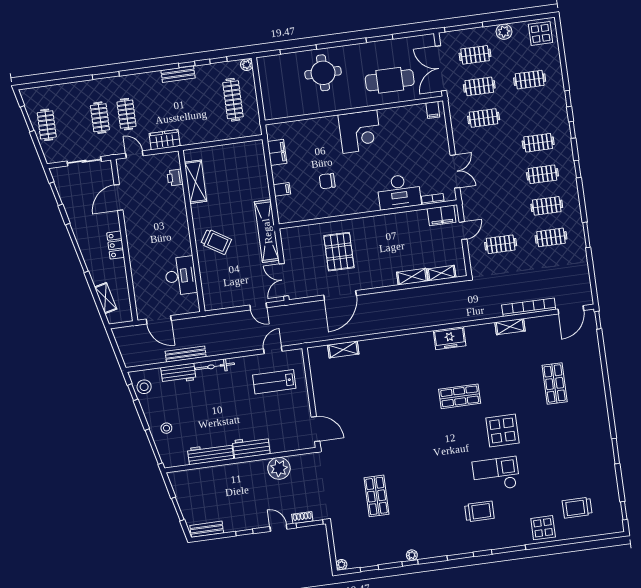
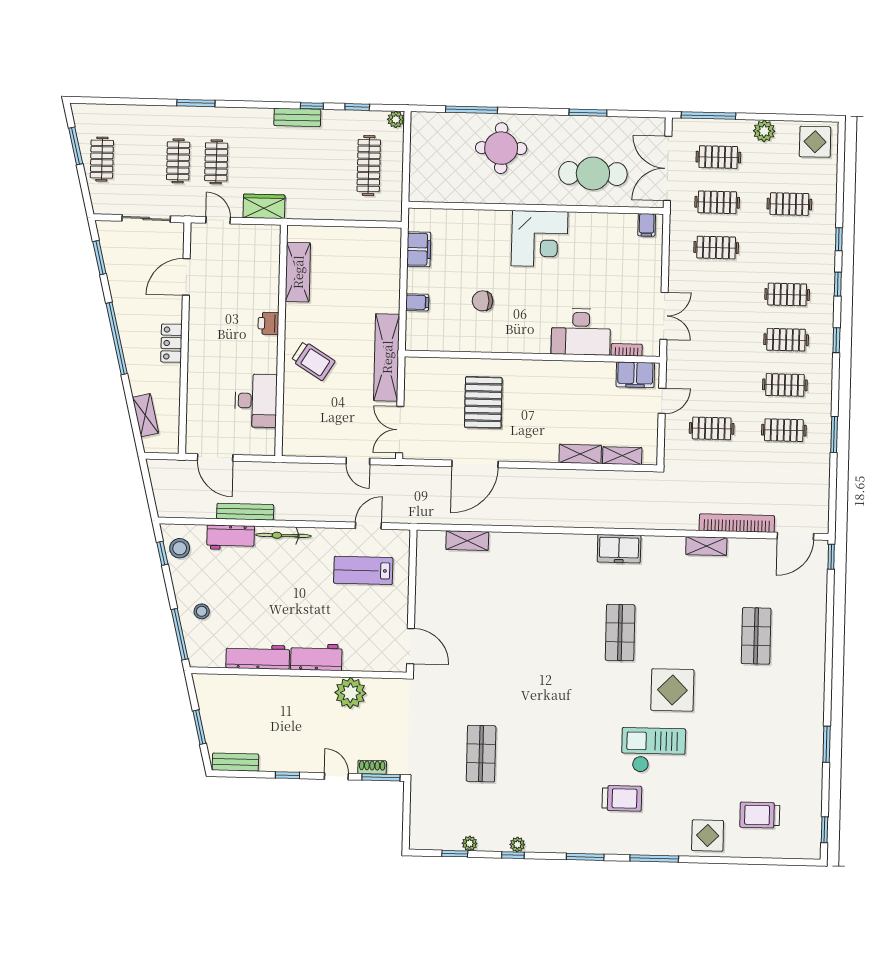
printer: (175, 178) -> (268, 323), moved
shop shelf: (460, 396) -> (620, 633), turned 90
plant: (341, 565) -> (470, 843), moved

